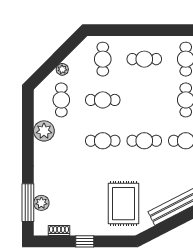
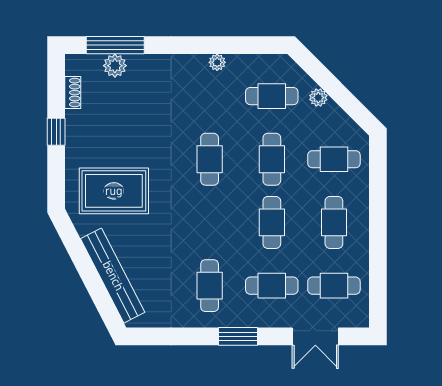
plant: (44, 131) -> (217, 62), width x0.53, depth x0.53
cafe table: (144, 141) -> (272, 222), moved

